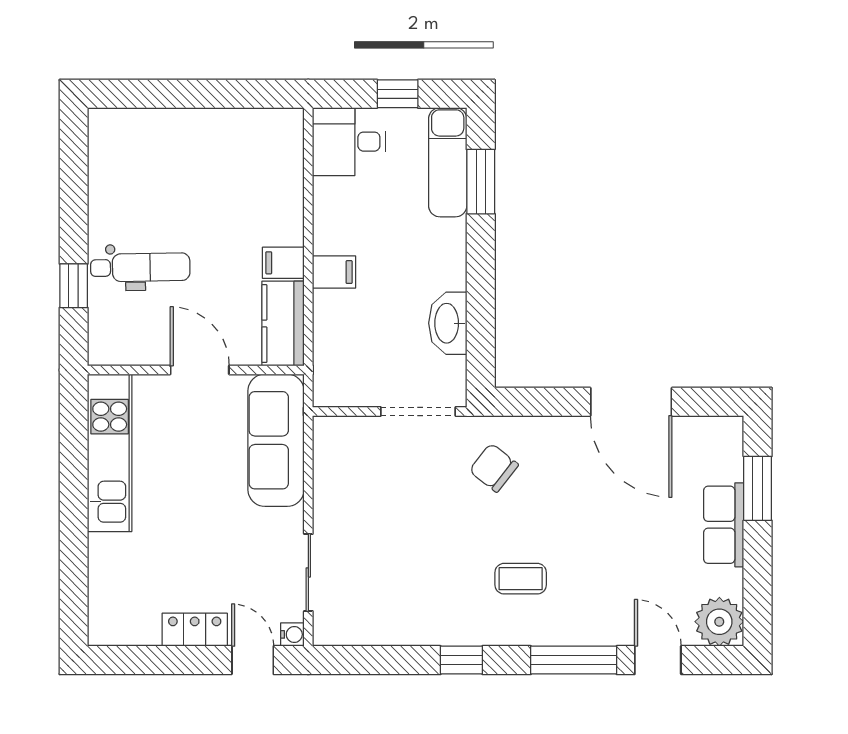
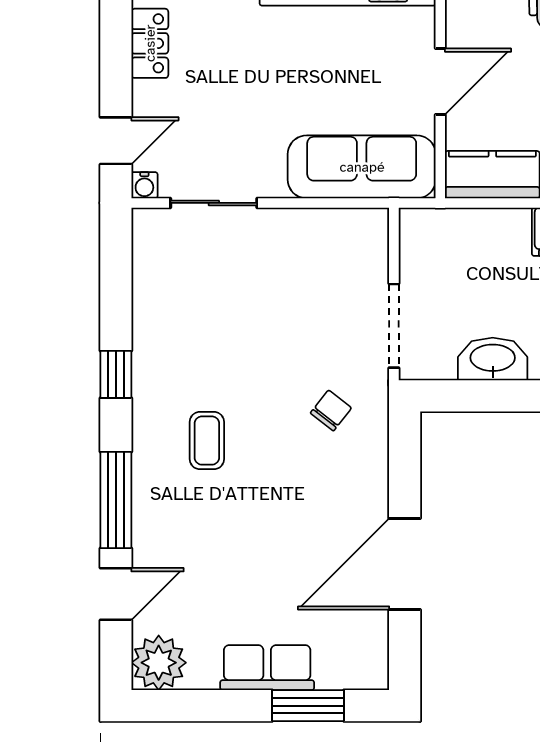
chair: (494, 468) -> (331, 410), width x0.73, depth x0.73
locker: (195, 630) -> (150, 43), moved

